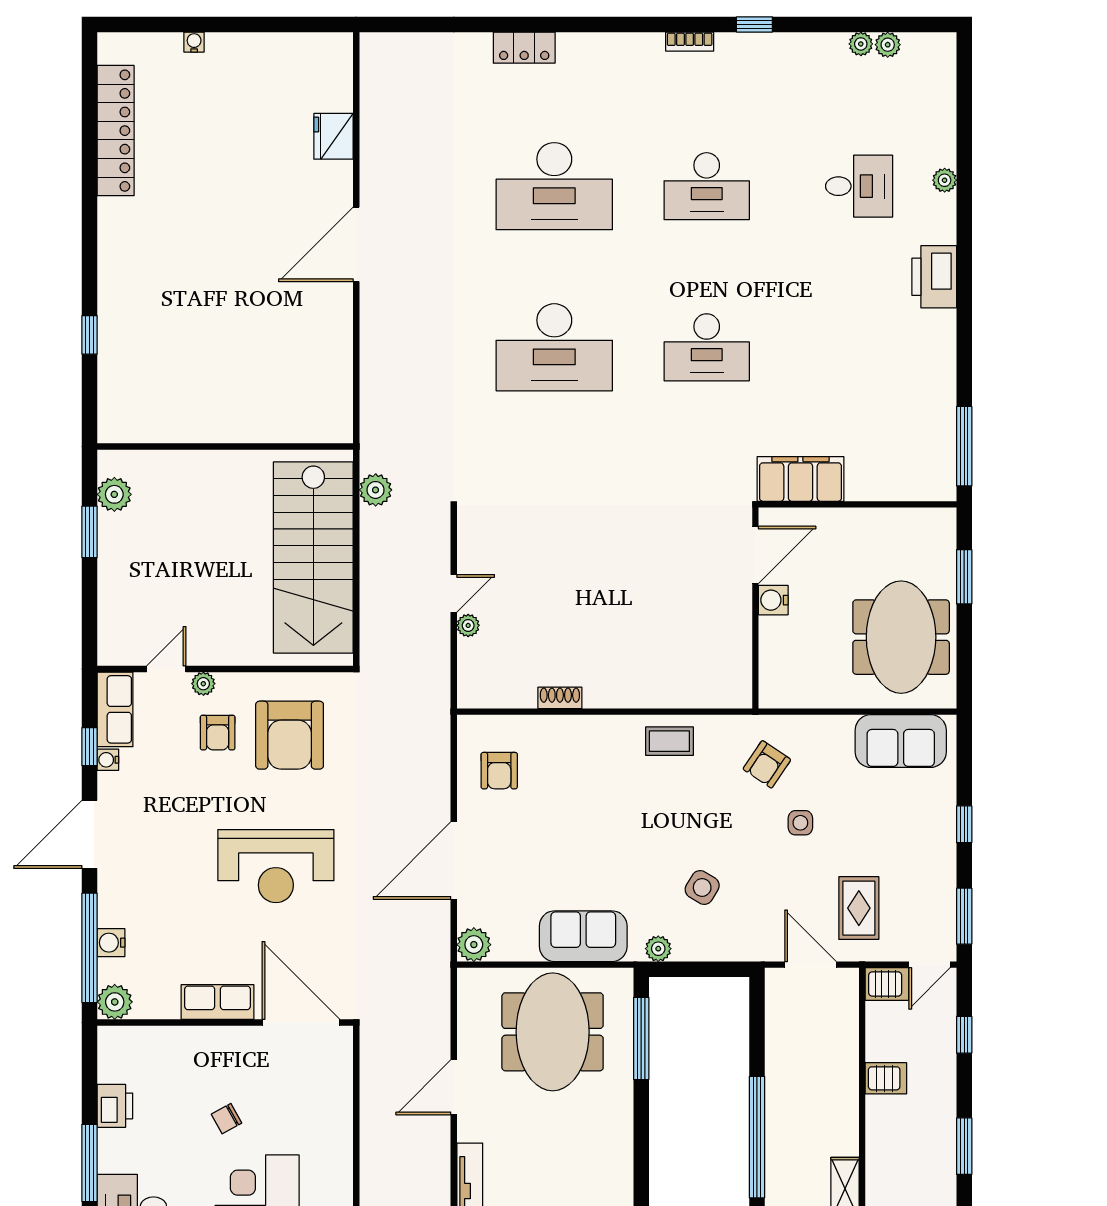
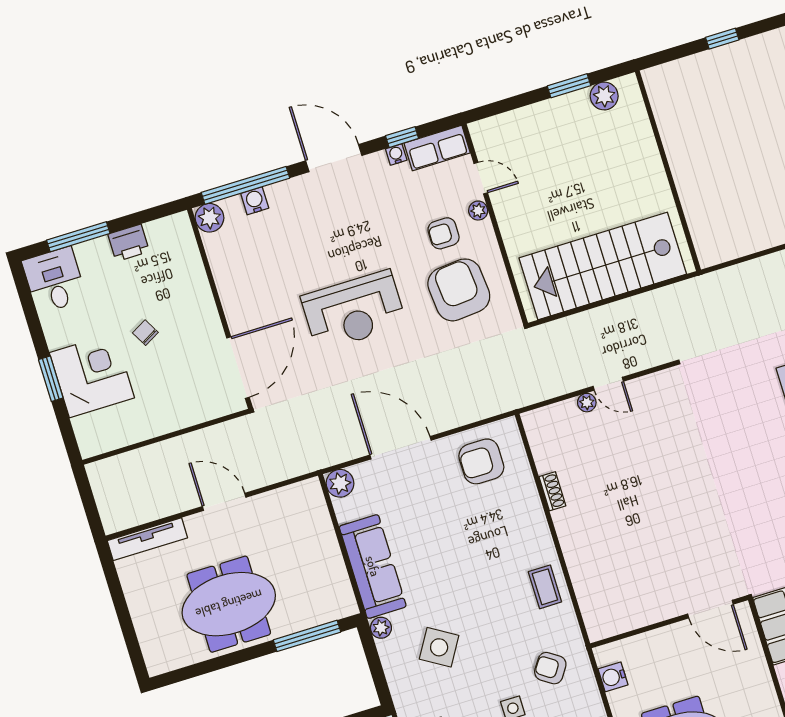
plant: (376, 490) -> (670, 298), removed
water cooler: (773, 600) -> (613, 677), moved, turned -90
armchair: (290, 735) -> (459, 290), turned 85
armchair: (499, 771) -> (481, 461), width x1.38, depth x1.38
reception desk: (276, 866) -> (354, 311), turned -90
side table: (702, 887) -> (439, 647), width x1.37, depth x1.37
sofa: (583, 936) -> (373, 566), width x1.36
row of seats: (217, 1002) -> (234, 298), removed
meeting table: (553, 1032) -> (229, 604), moved

